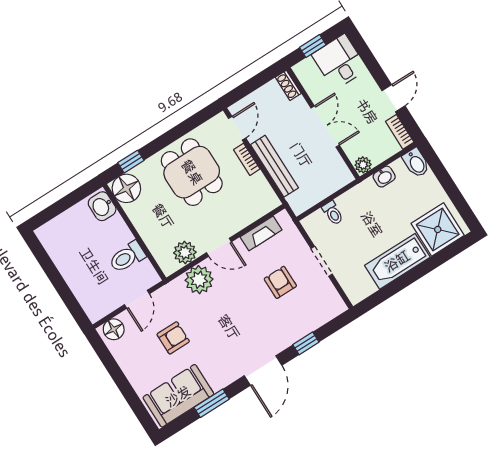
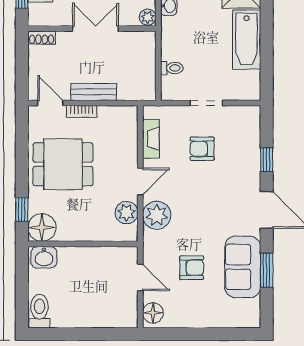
bench: (274, 166) -> (94, 92), width x0.73
toilet: (127, 257) -> (39, 311), moved, turned 180
armchair: (173, 338) -> (192, 268), turned 90
sofa: (178, 396) -> (243, 267), moved

